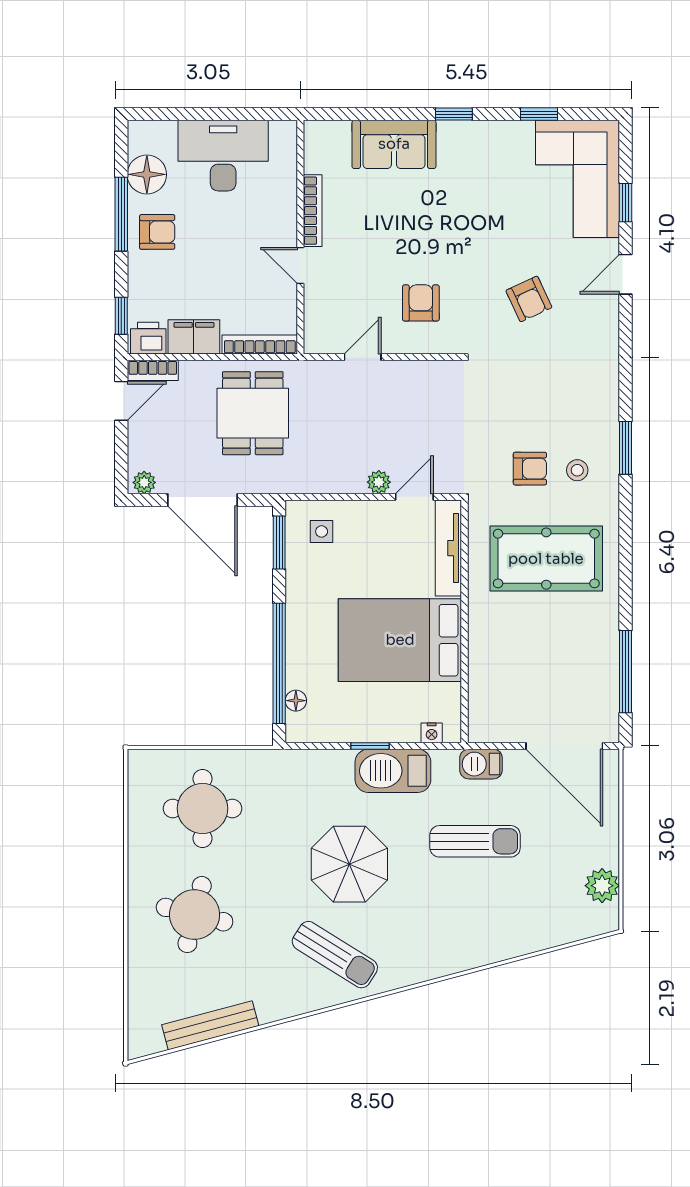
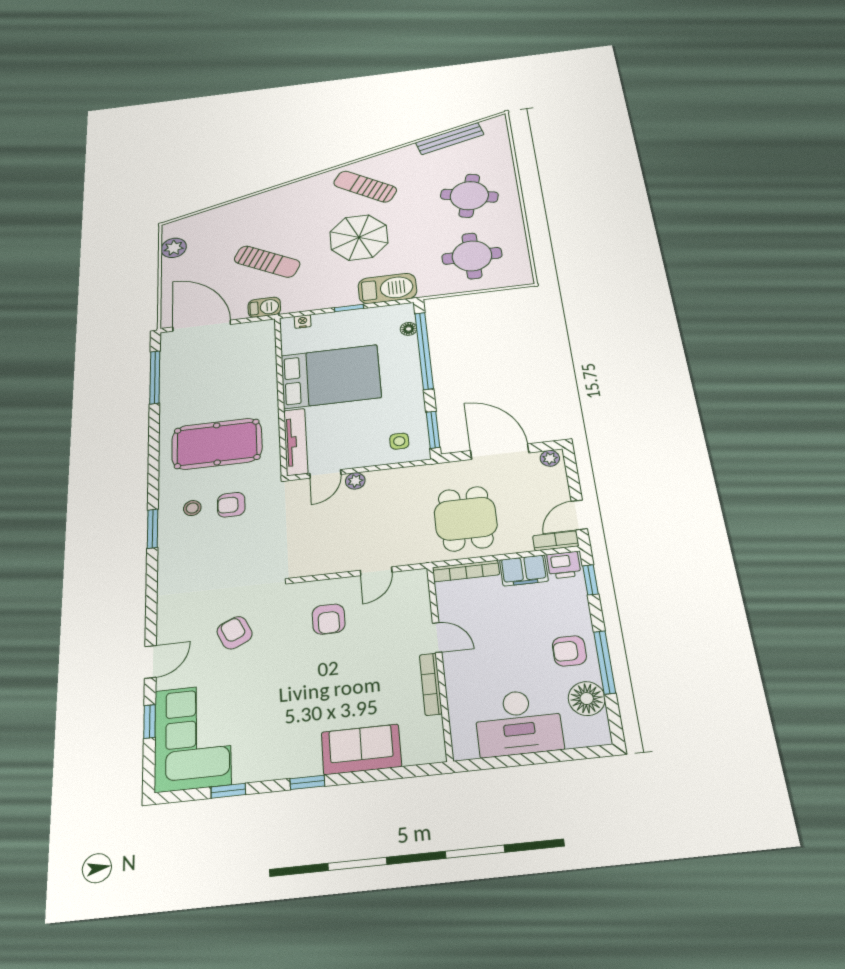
barbecue: (393, 771) -> (387, 288), moved
sun lounger: (475, 841) -> (267, 262), turned -152

